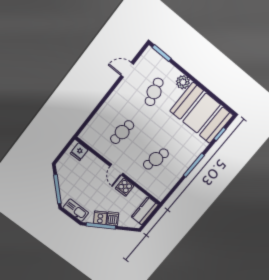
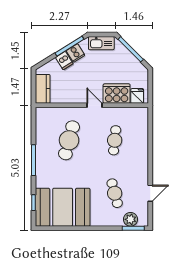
plant: (183, 82) -> (131, 219), moved
cafe table: (156, 159) -> (69, 140), width x1.37, depth x1.35
cooker: (125, 187) -> (117, 94), moved, width x1.87, depth x1.31

